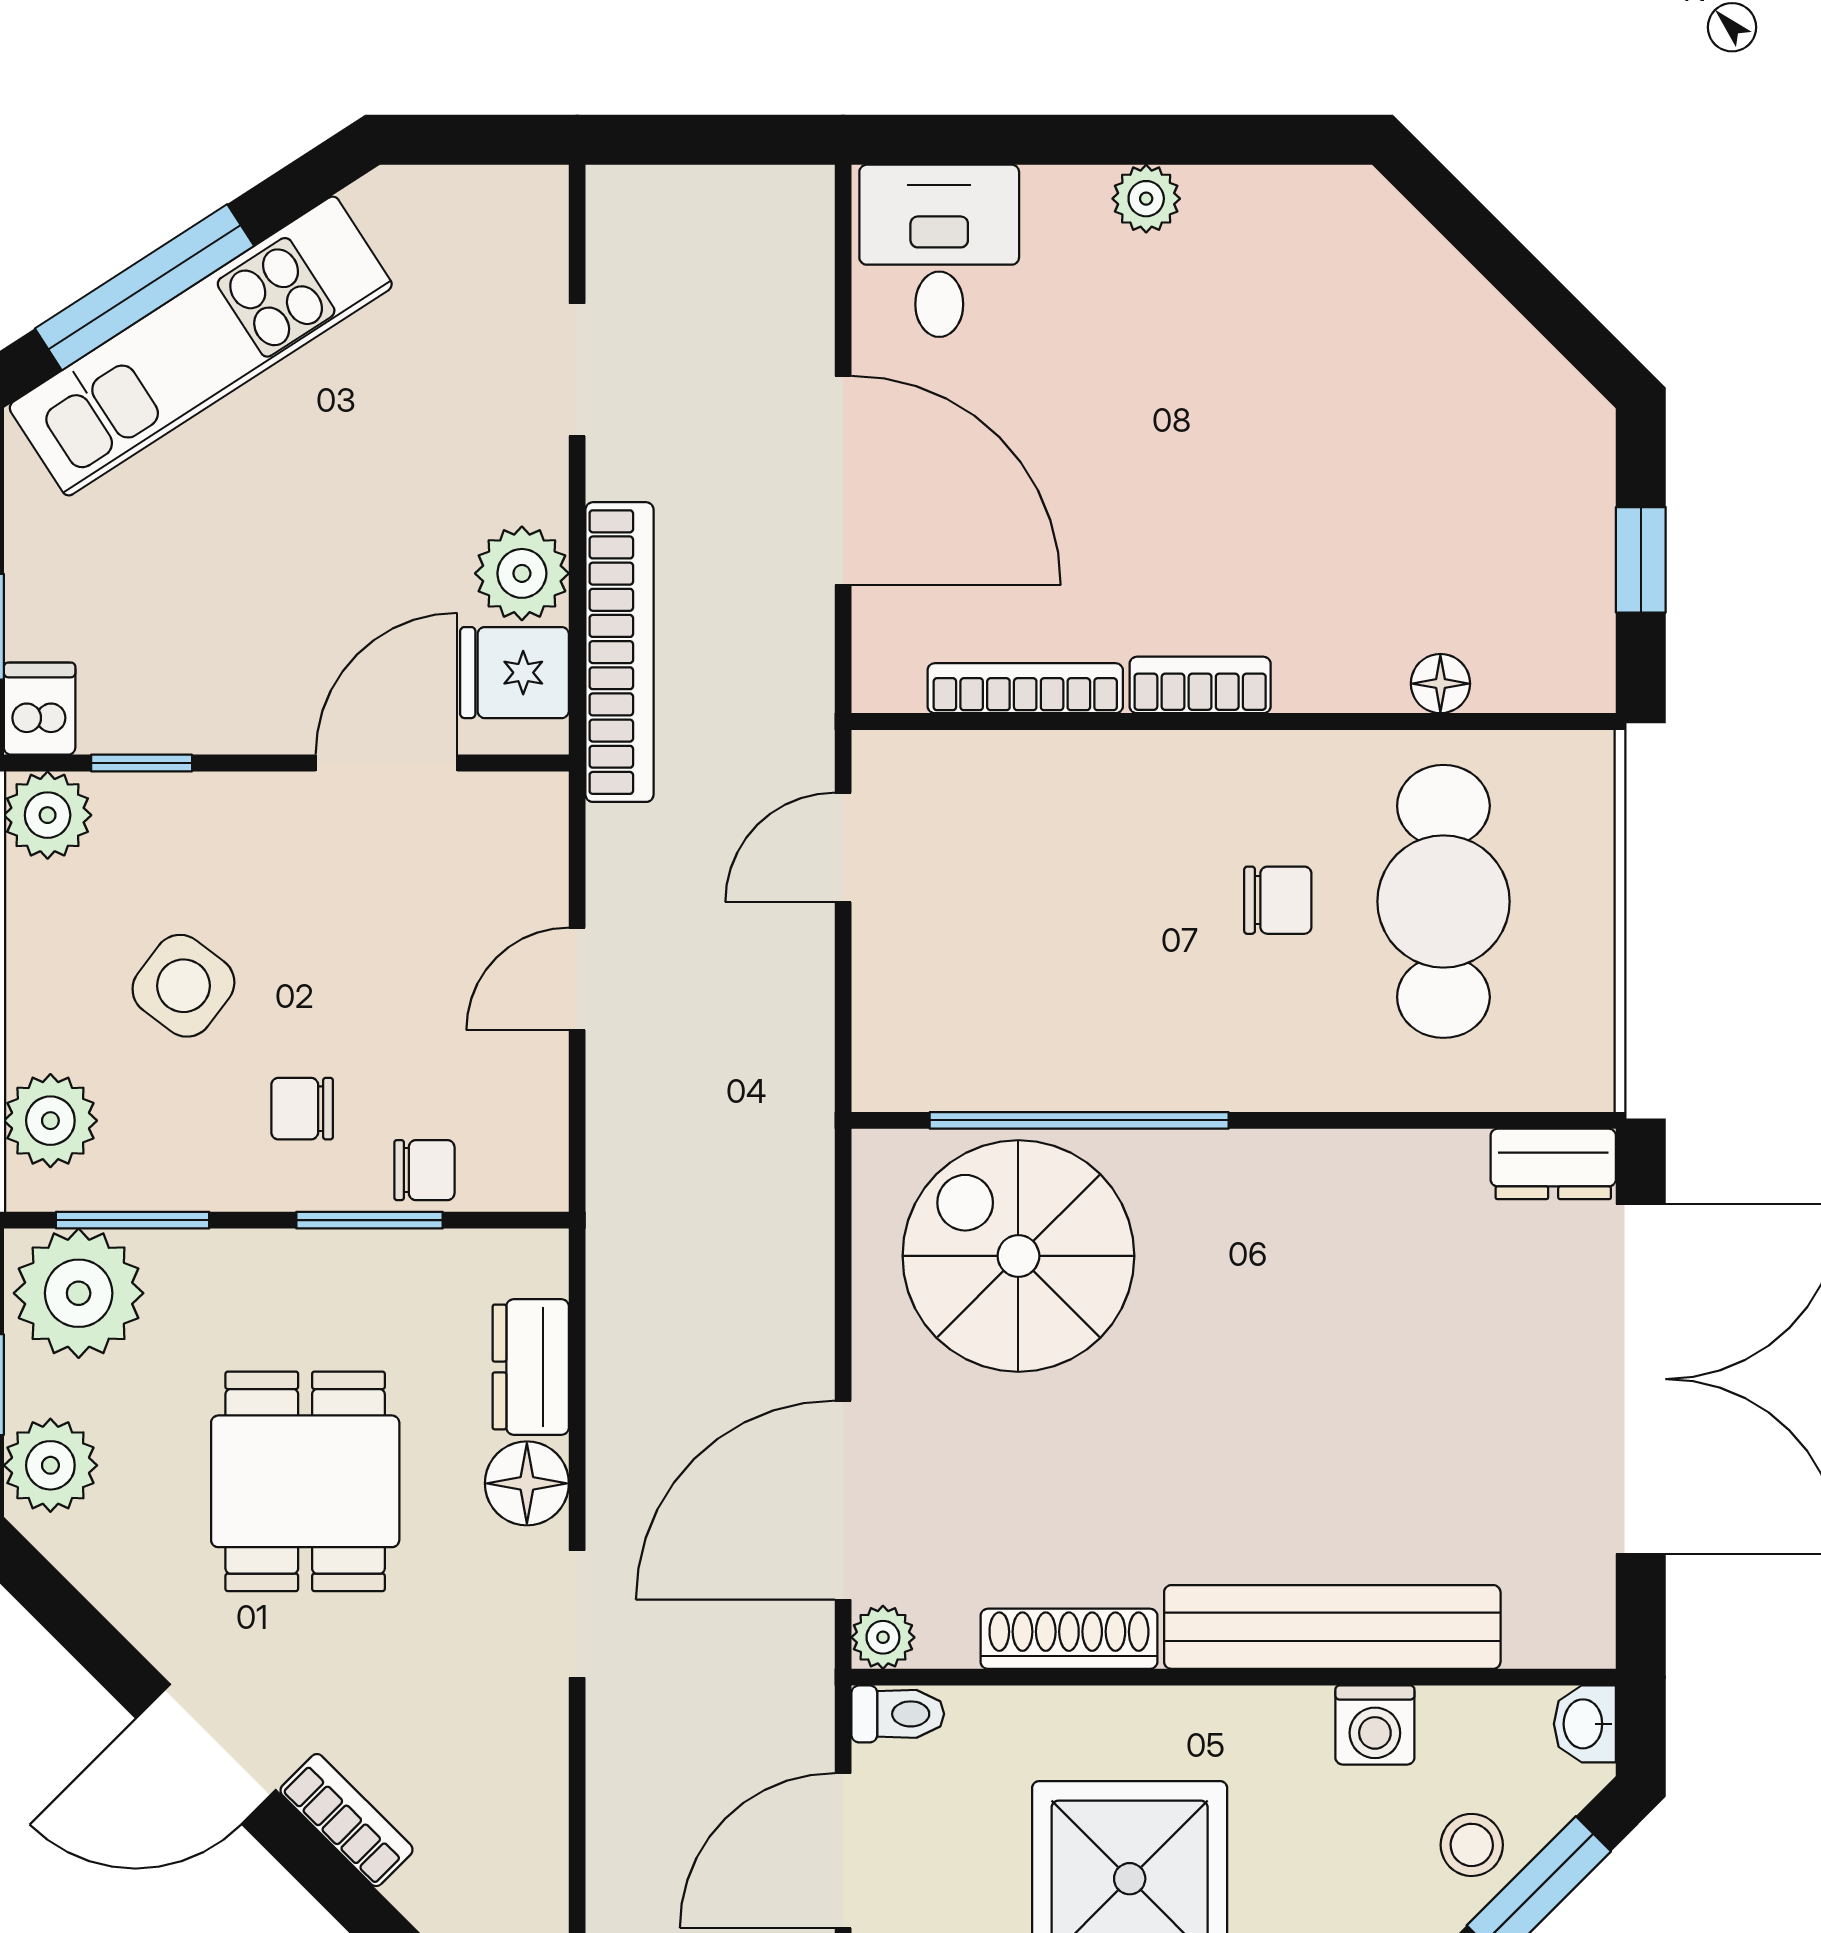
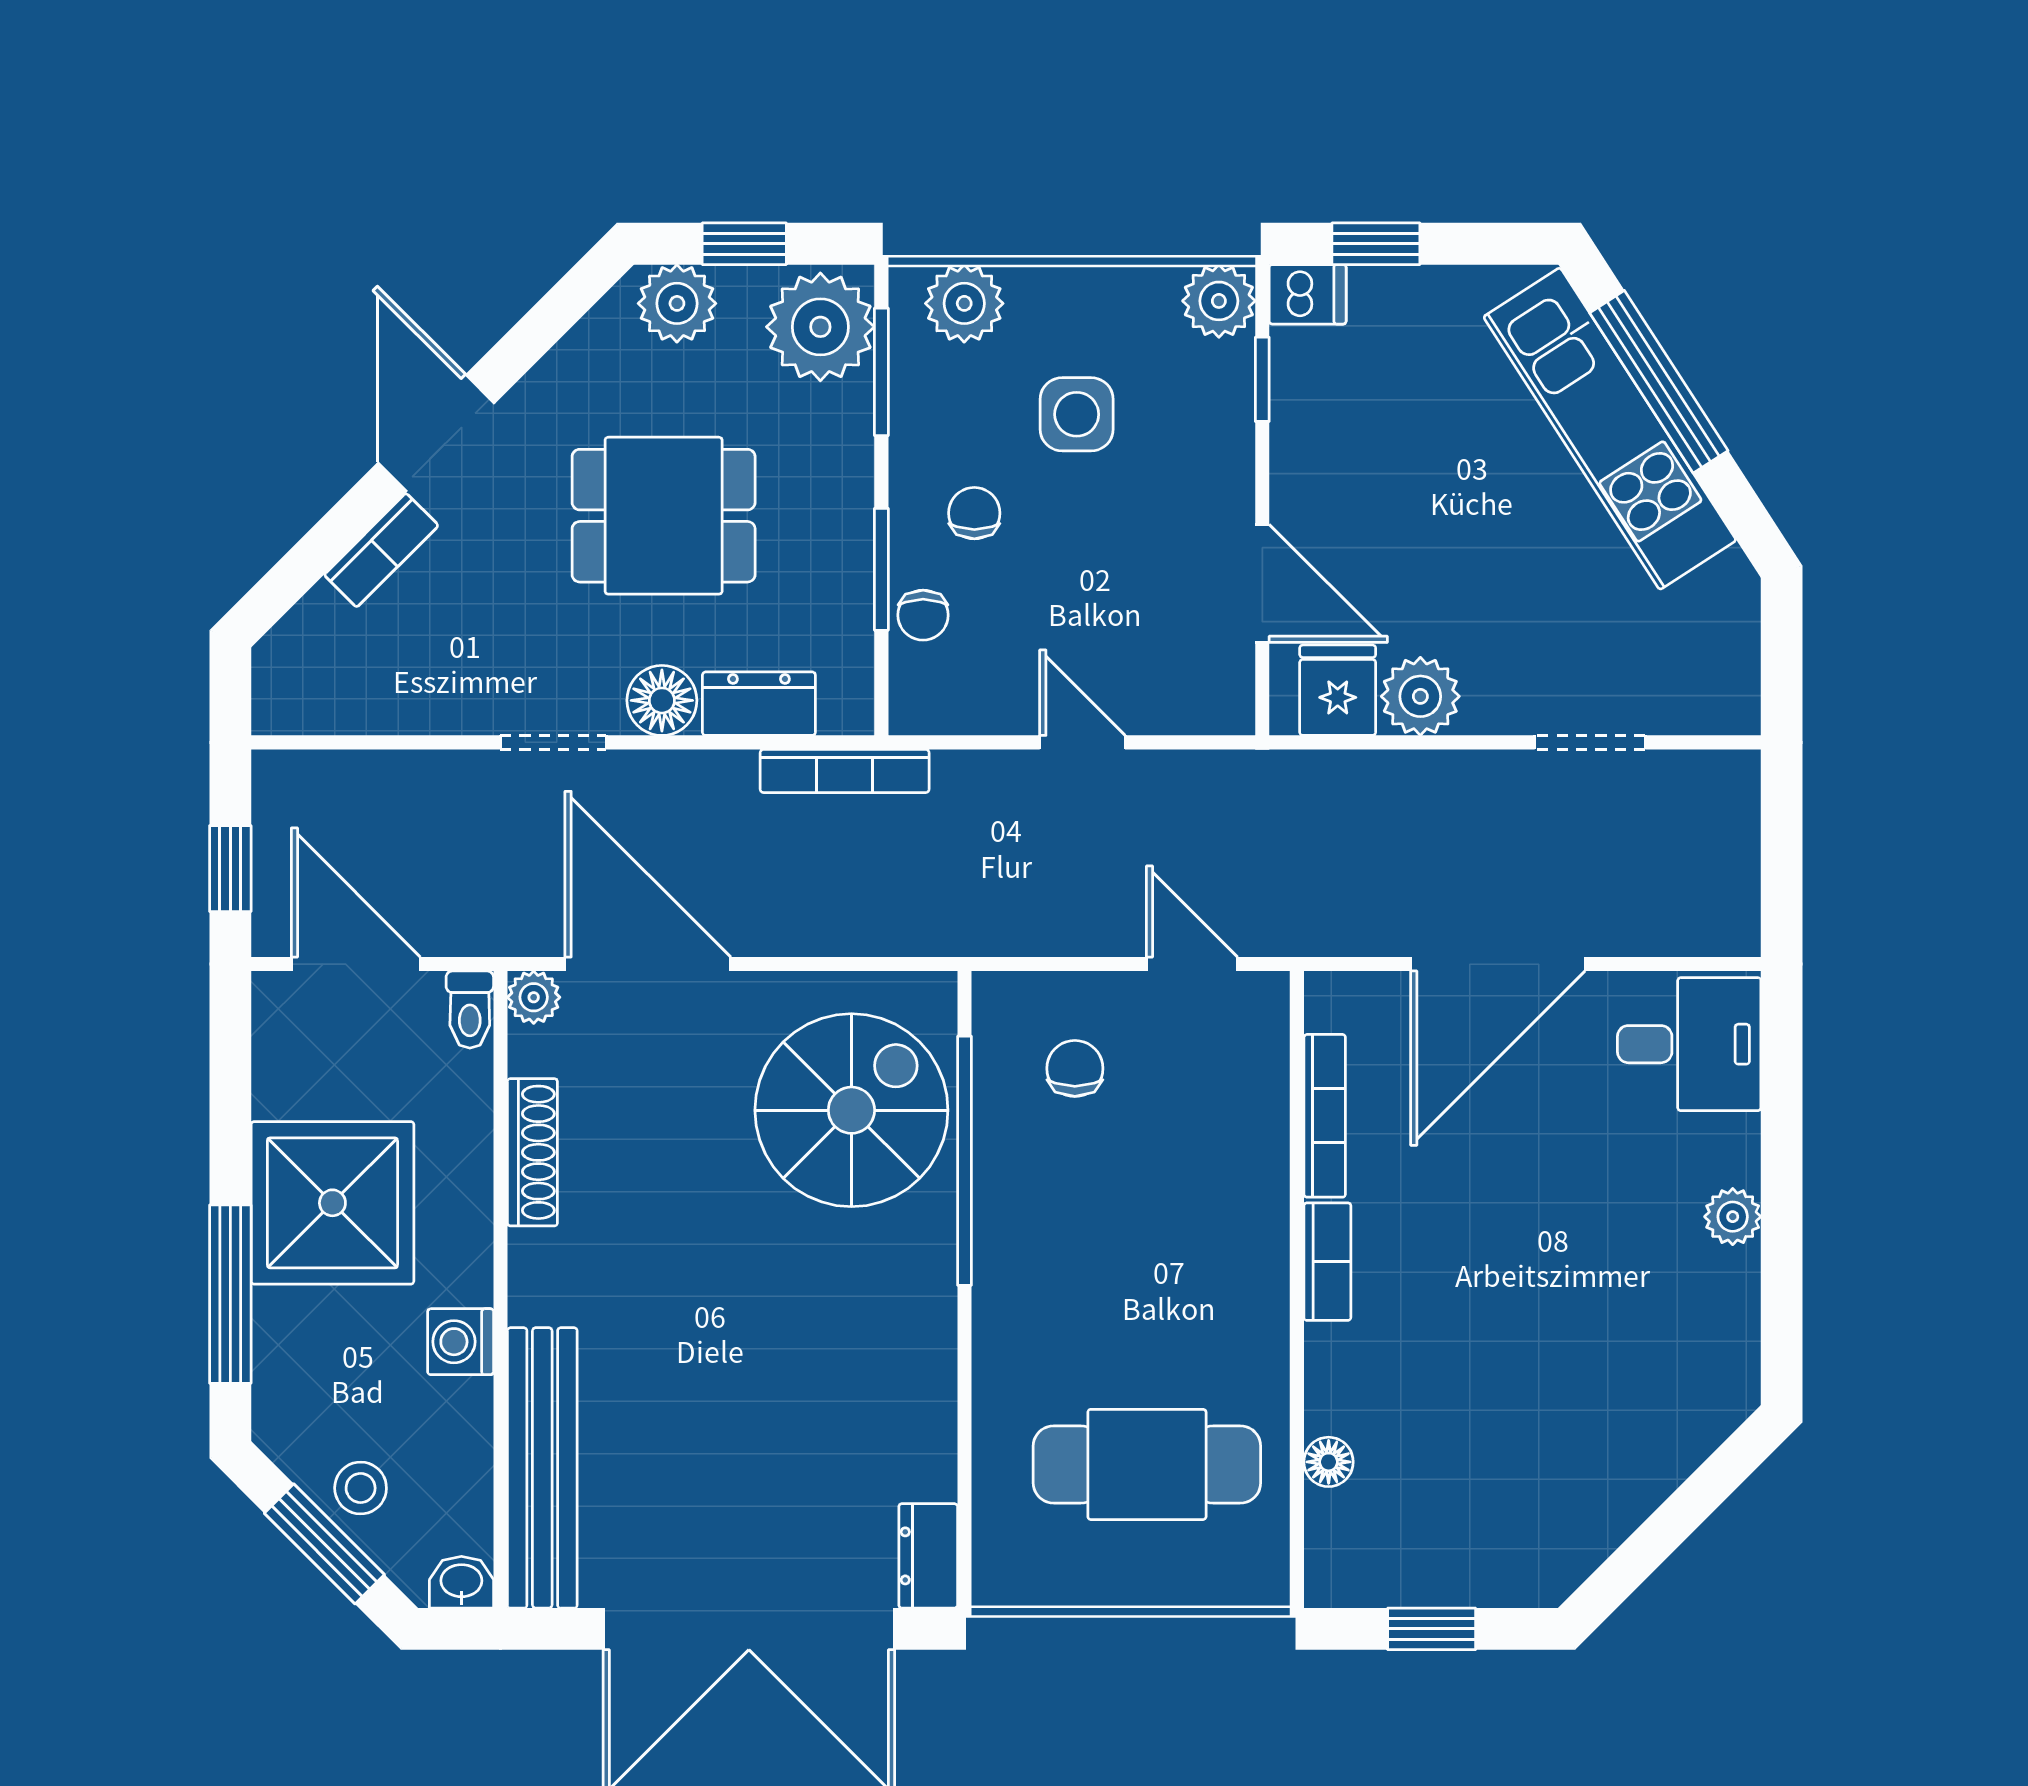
bookcase: (619, 652) -> (845, 771), moved, width x0.68, depth x0.76
chair: (1278, 900) -> (1075, 1068), moved, turned 180
side table: (183, 986) -> (1077, 414), turned -37
bench: (1332, 1627) -> (542, 1468), moved
washing machine: (1375, 1725) -> (461, 1342), moved

